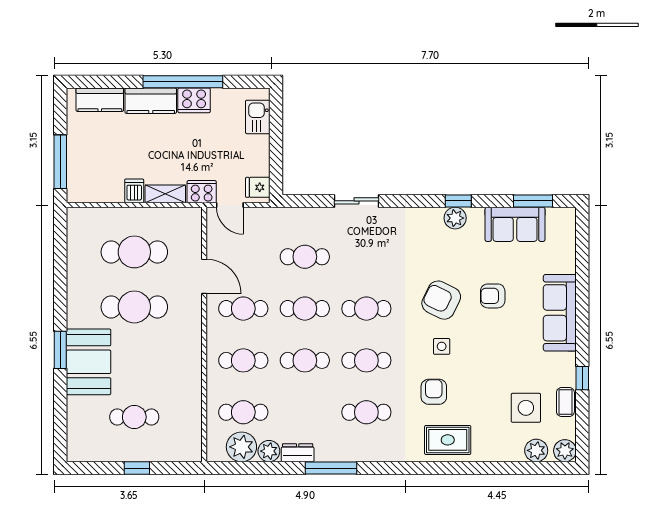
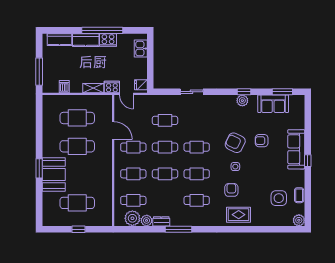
dishwasher: (134, 191) -> (64, 87), moved
window: (582, 378) -> (308, 161), moved
cafe table: (134, 417) -> (77, 203), width x1.37, depth x1.35
plant: (536, 450) -> (284, 220), removed

